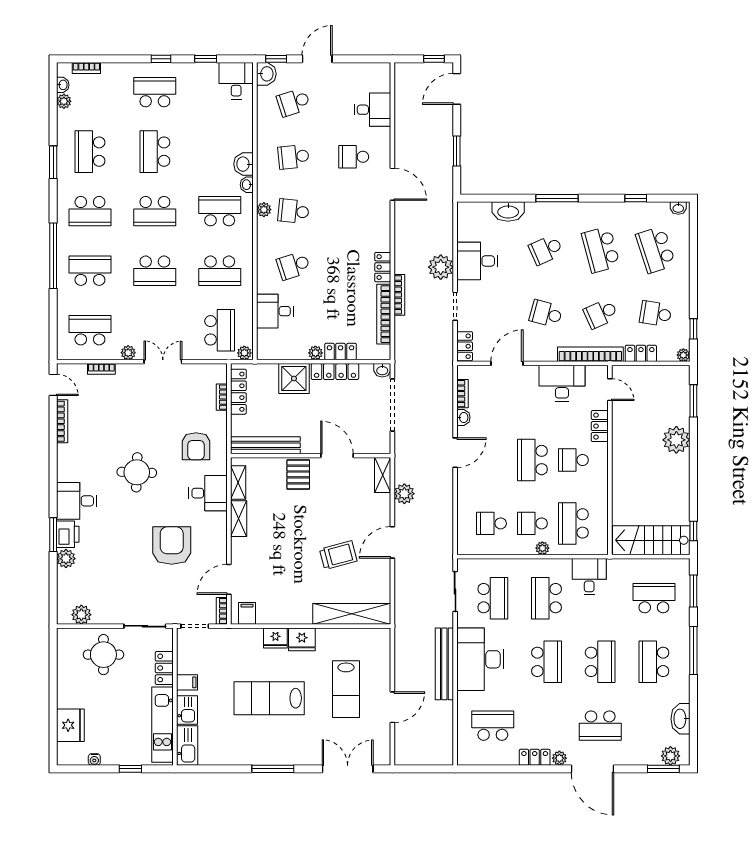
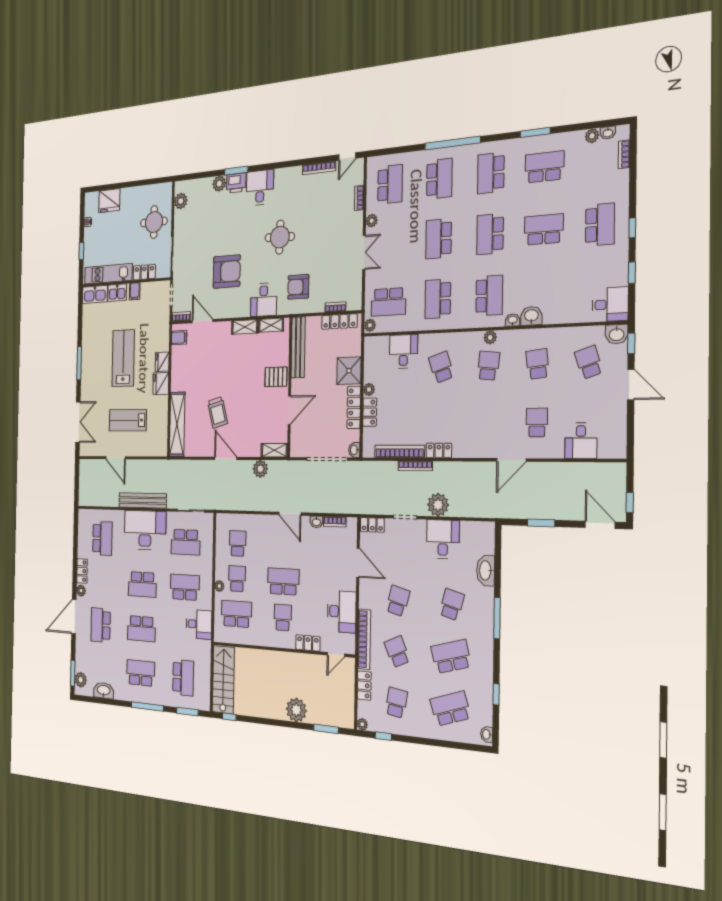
school desk: (546, 250) -> (452, 604), turned 39

